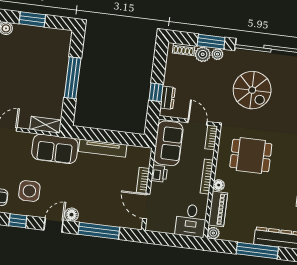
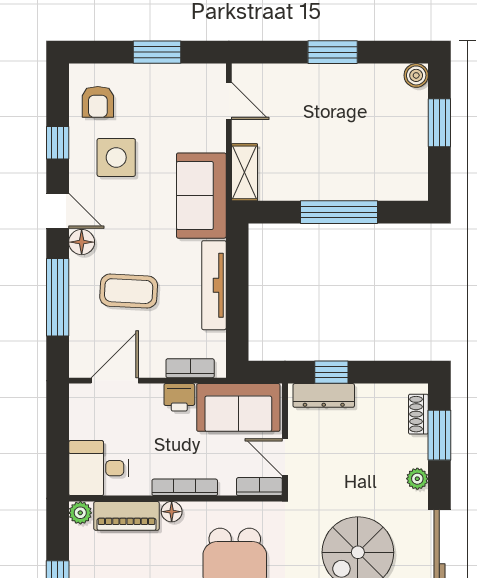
window: (211, 42) -> (439, 435), moved
plant: (203, 54) -> (414, 451), removed
dresser: (168, 98) -> (324, 395), width x1.44
door: (197, 122) -> (285, 457), swing flipped
bookcase: (143, 180) -> (190, 368), moved
coffee table: (100, 193) -> (129, 291), added

